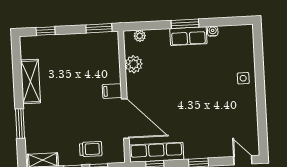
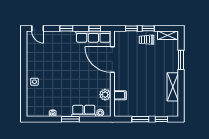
window: (99, 28) -> (140, 119), moved
row of seats: (188, 36) -> (84, 111), moved
filing cabinet: (112, 91) -> (120, 95), moved
trolley: (91, 149) -> (146, 40), moved

